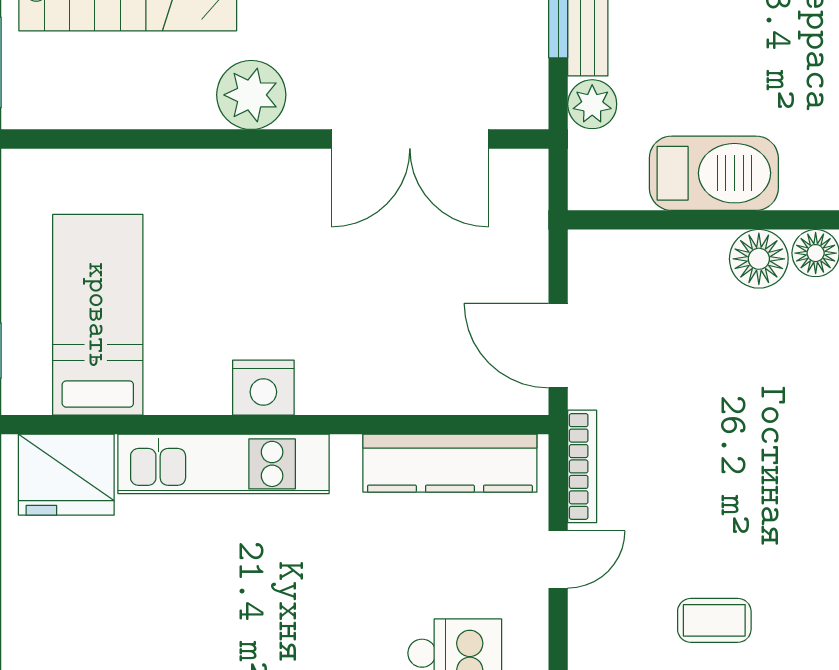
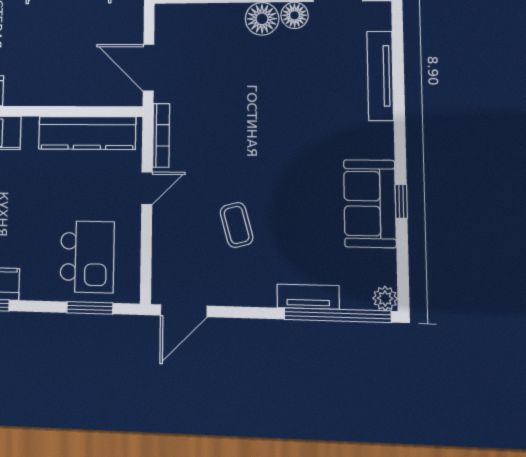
coffee table: (714, 620) -> (237, 225), turned 75

